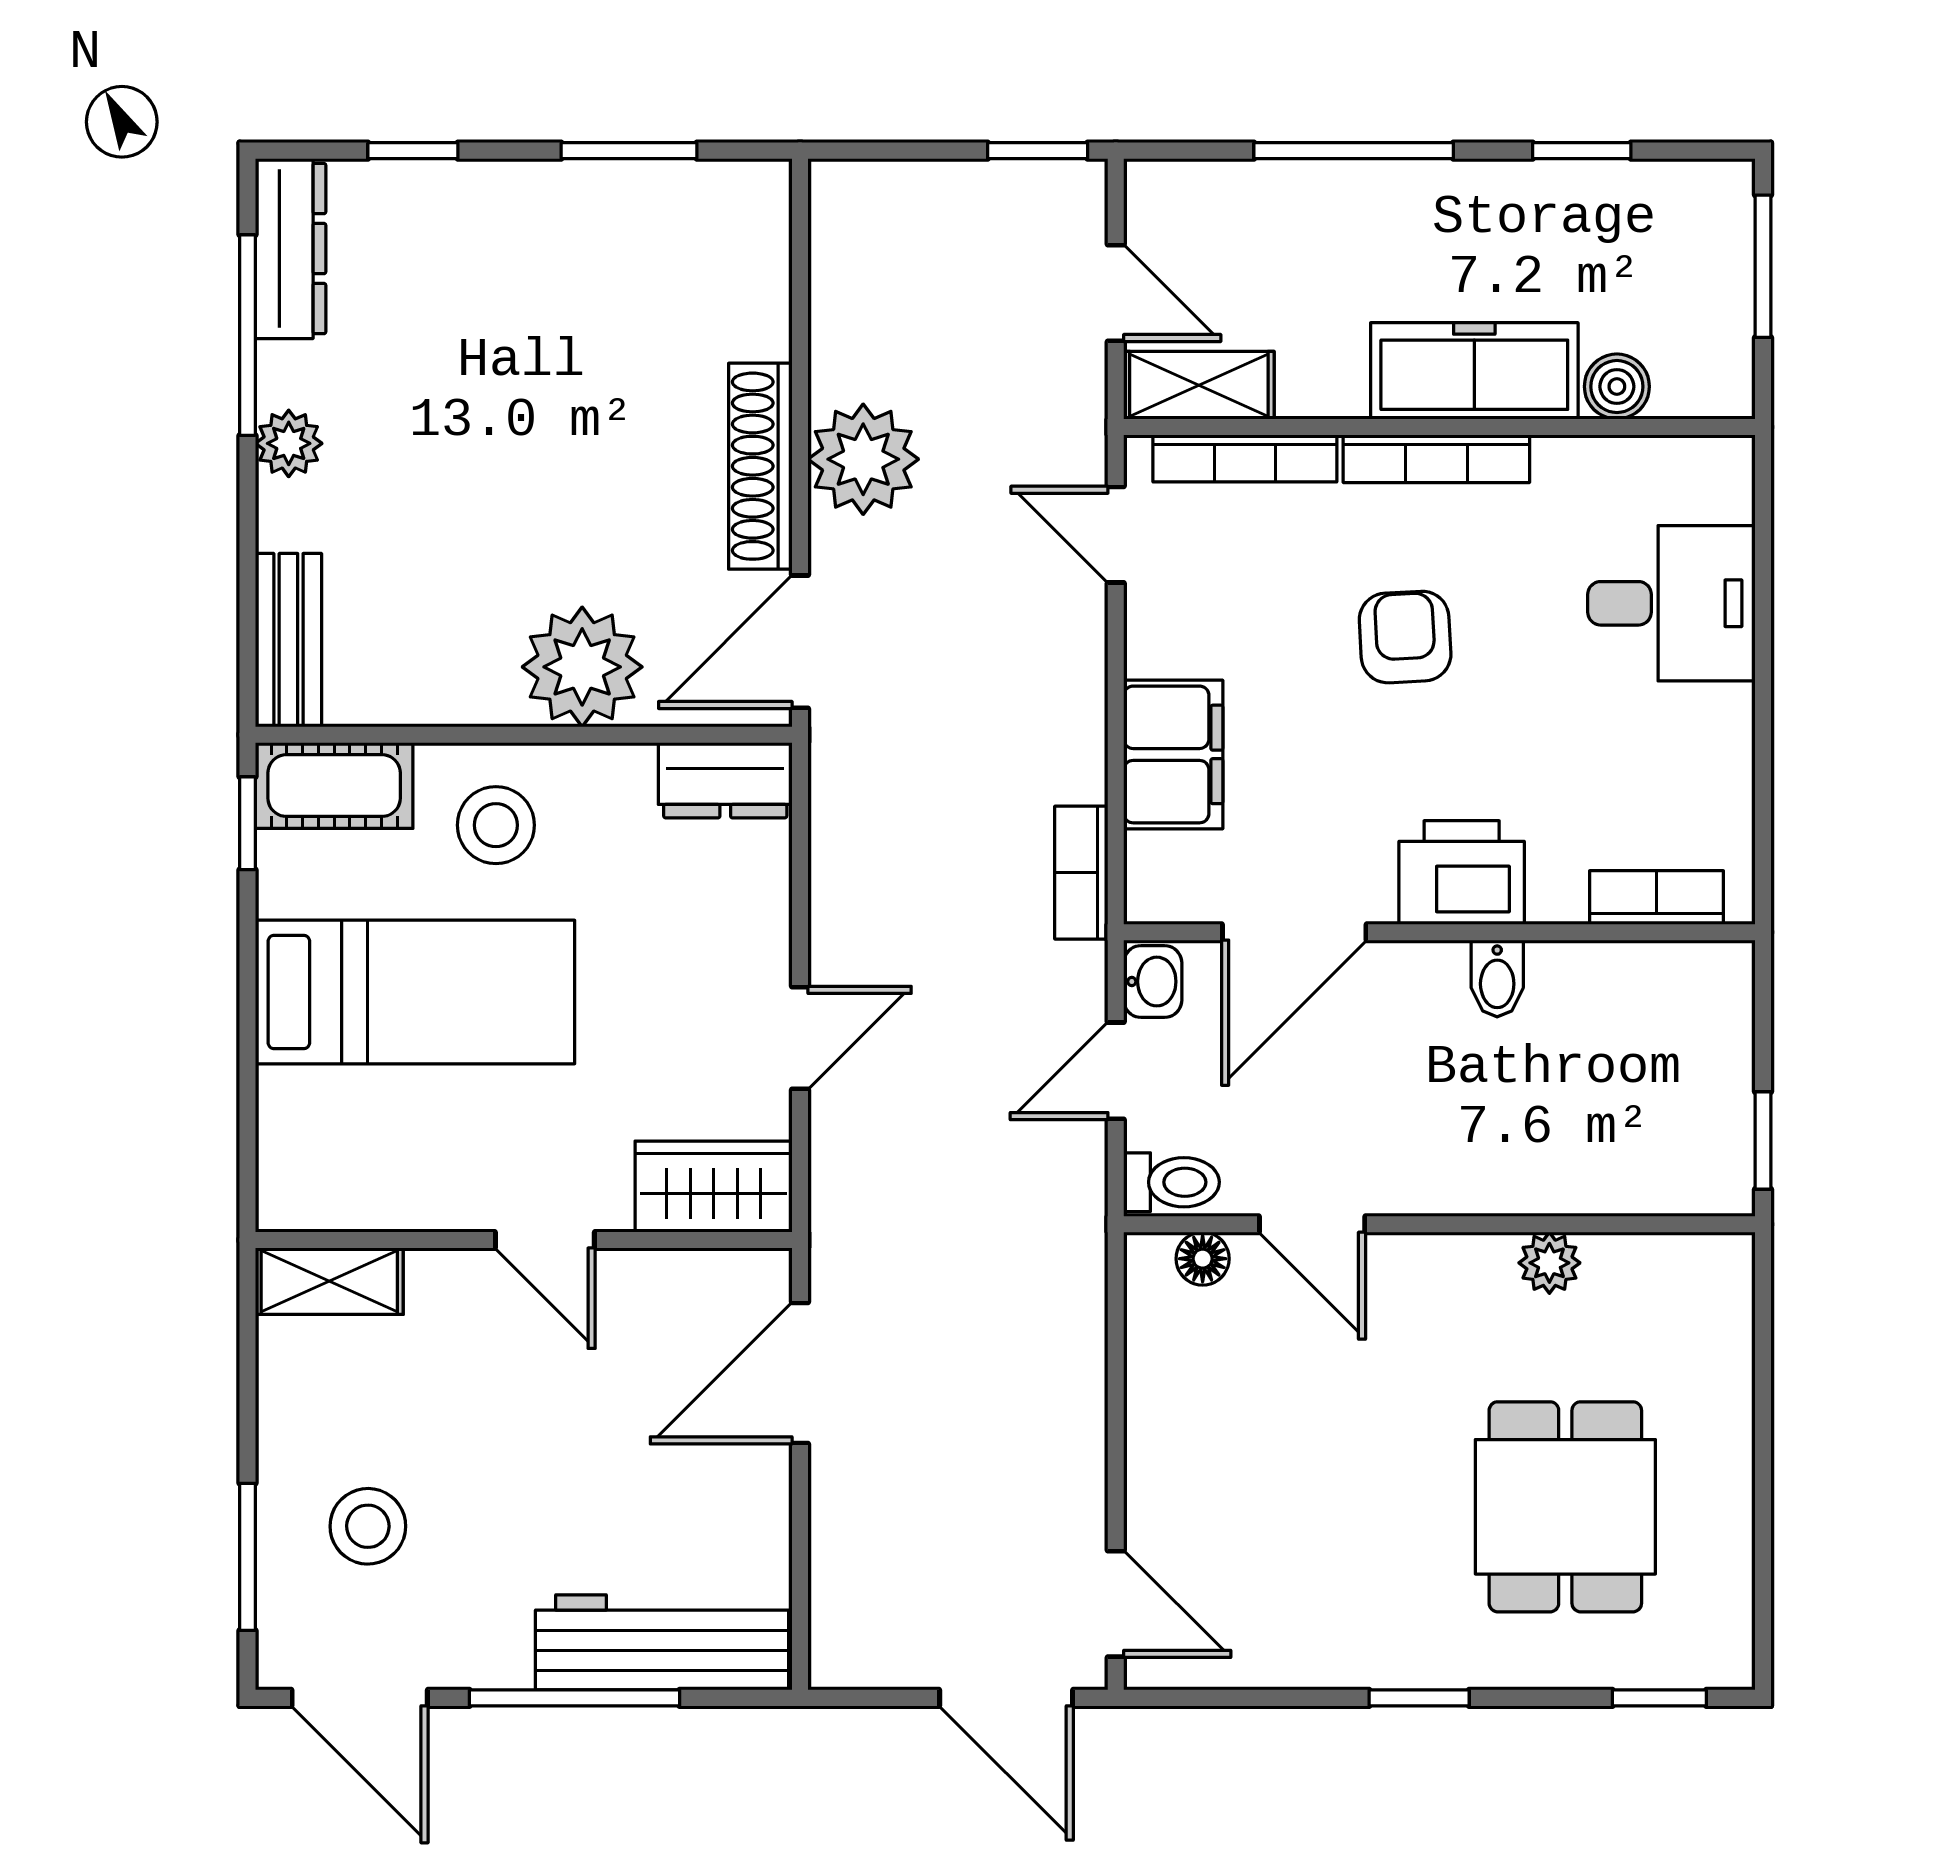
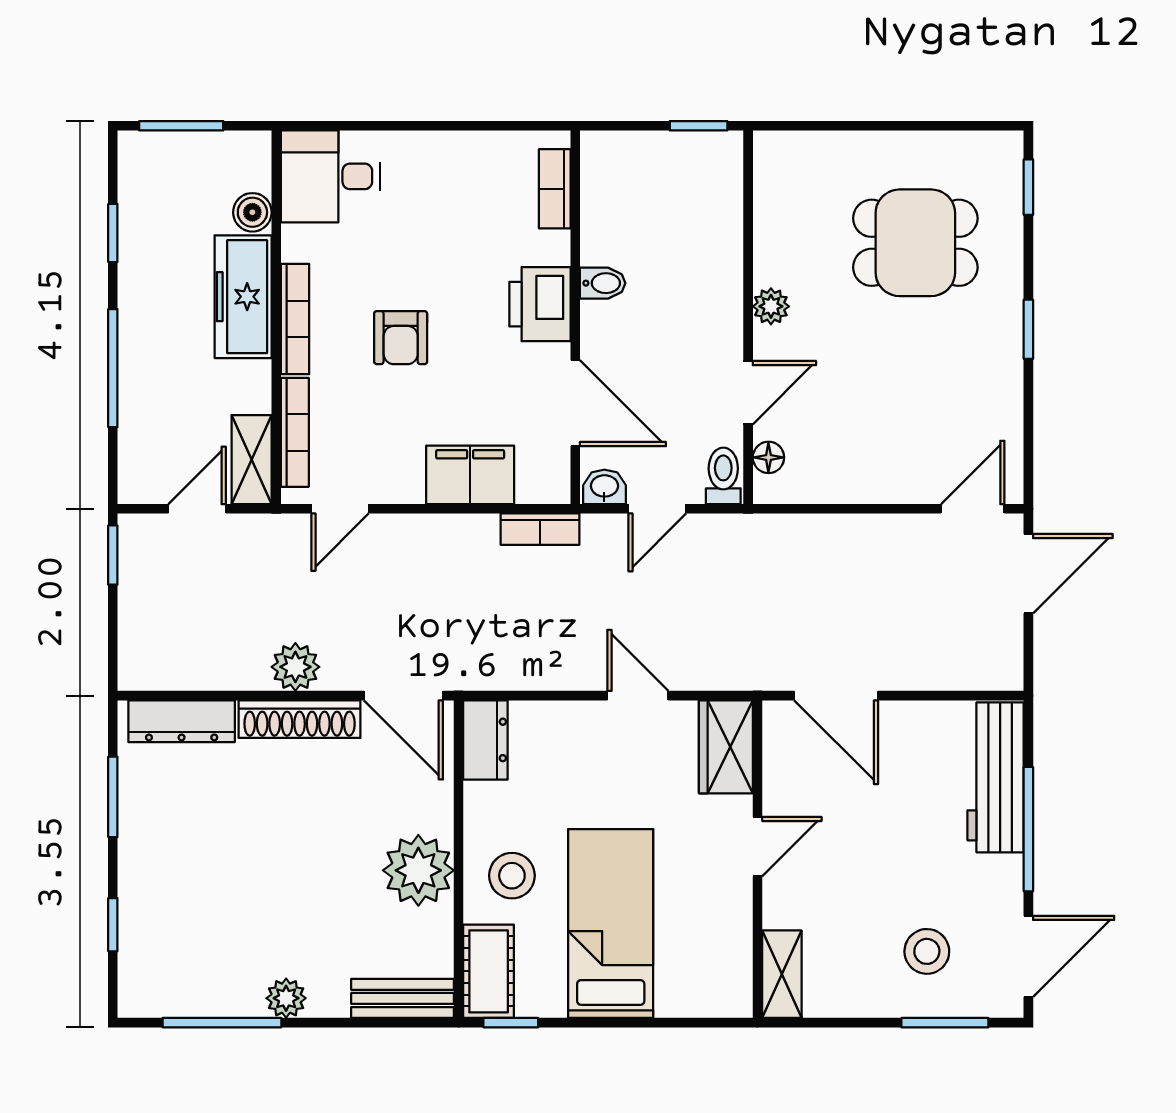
dresser: (291, 249) -> (182, 721), moved, turned 180
plant: (863, 459) -> (295, 667), width x0.73, depth x0.73
desk: (1671, 603) -> (331, 176), moved, turned -90
armchair: (1405, 637) -> (401, 338), turned -87
plant: (582, 667) -> (418, 870), moved
door: (1116, 1071) -> (657, 509), hinge flipped
plant: (1549, 1263) -> (771, 306), moved

